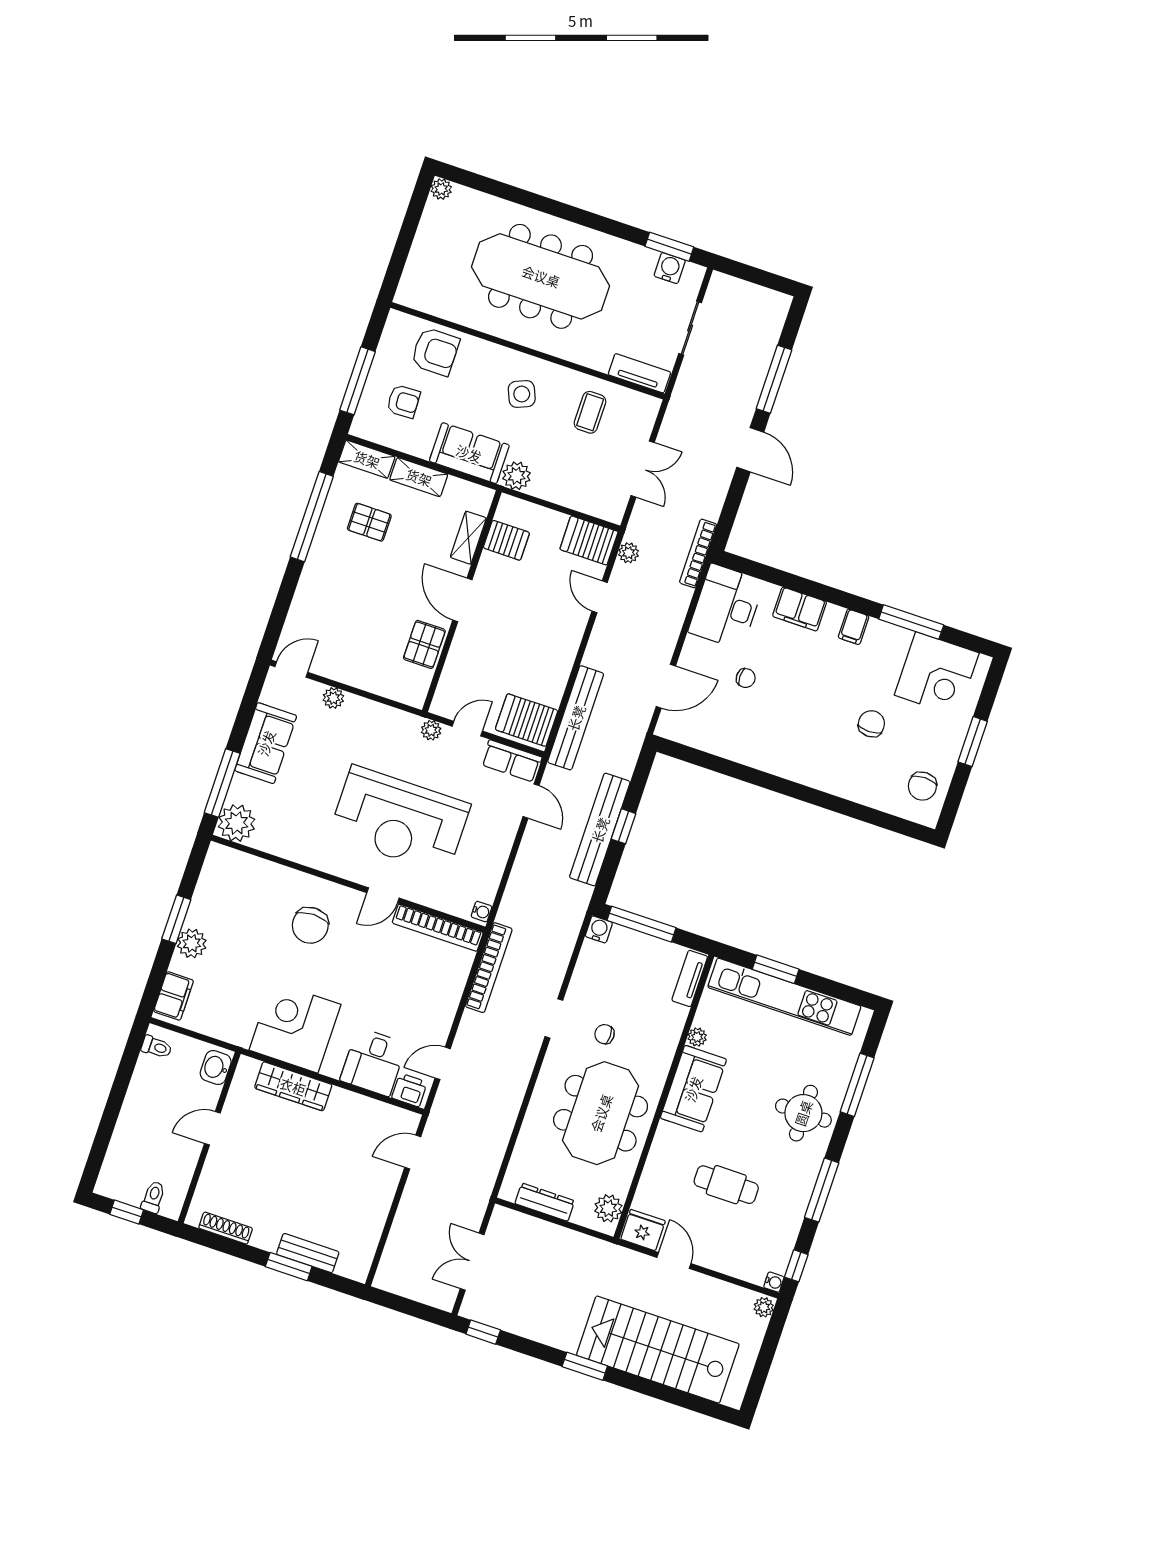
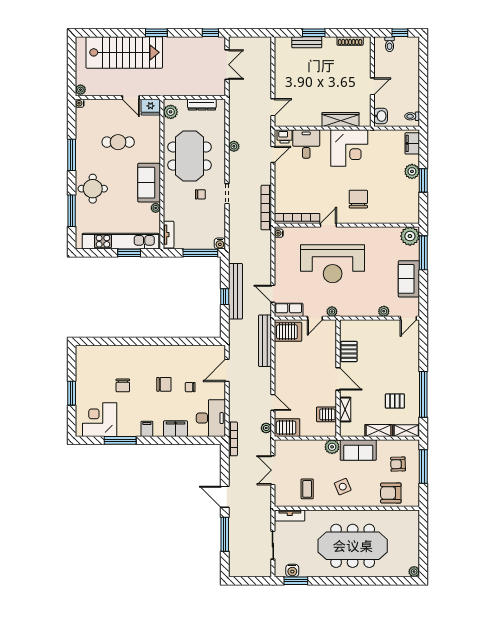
chair: (922, 786) -> (164, 384), moved, turned 90
reception desk: (400, 820) -> (333, 264), turned 180
plant: (511, 1103) -> (234, 146), added
window: (796, 1266) -> (72, 115), removed

